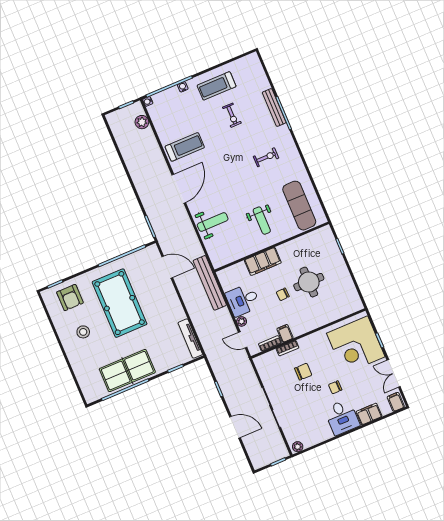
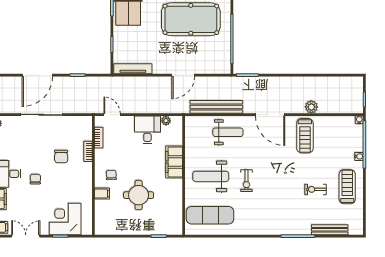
bench: (274, 107) -> (330, 230), moved
plant: (142, 122) -> (311, 107), moved
exercise bike: (266, 157) -> (246, 181), moved
weight bench: (262, 221) -> (211, 176), width x1.36, depth x1.33
weight bench: (213, 222) -> (228, 132), turned -90
door: (167, 267) -> (183, 75), moved
bench: (210, 283) -> (216, 107), moved
chair: (283, 294) -> (111, 175), moved
plant: (242, 321) -> (166, 121), moved
filing cabinet: (285, 333) -> (102, 193), moved
door: (243, 340) -> (112, 115), hinge flipped
corner desk: (356, 345) -> (65, 219), width x0.74, depth x0.74
door: (235, 427) -> (37, 75), width x1.36

